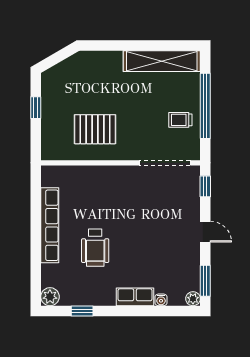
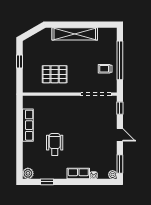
shelving: (162, 61) -> (75, 34), moved
row of seats: (50, 225) -> (28, 125), width x0.73
wheelchair: (95, 248) -> (55, 144), turned 180

